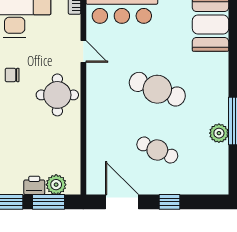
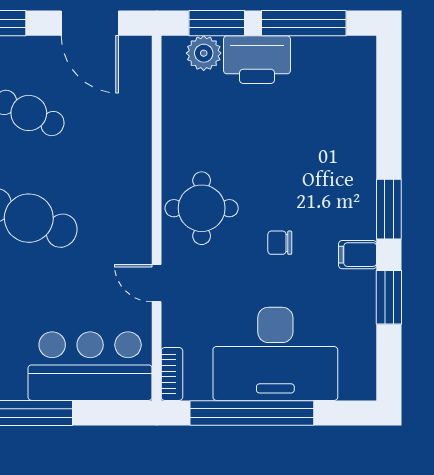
chair: (12, 75) -> (280, 243), turned 180
printer: (34, 185) -> (257, 60), width x1.87, depth x1.48

